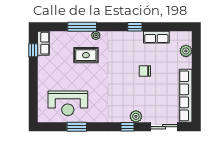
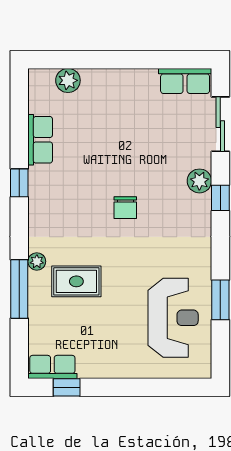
rug: (86, 55) -> (76, 281), turned 90
chair: (145, 71) -> (125, 208), moved
row of seats: (186, 96) -> (185, 81), width x0.50

